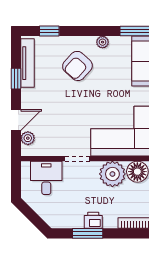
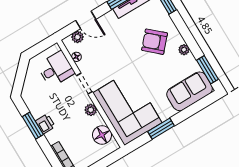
floor lamp: (47, 151) -> (77, 57), added
plant: (112, 174) -> (91, 110), width x0.53, depth x0.53

